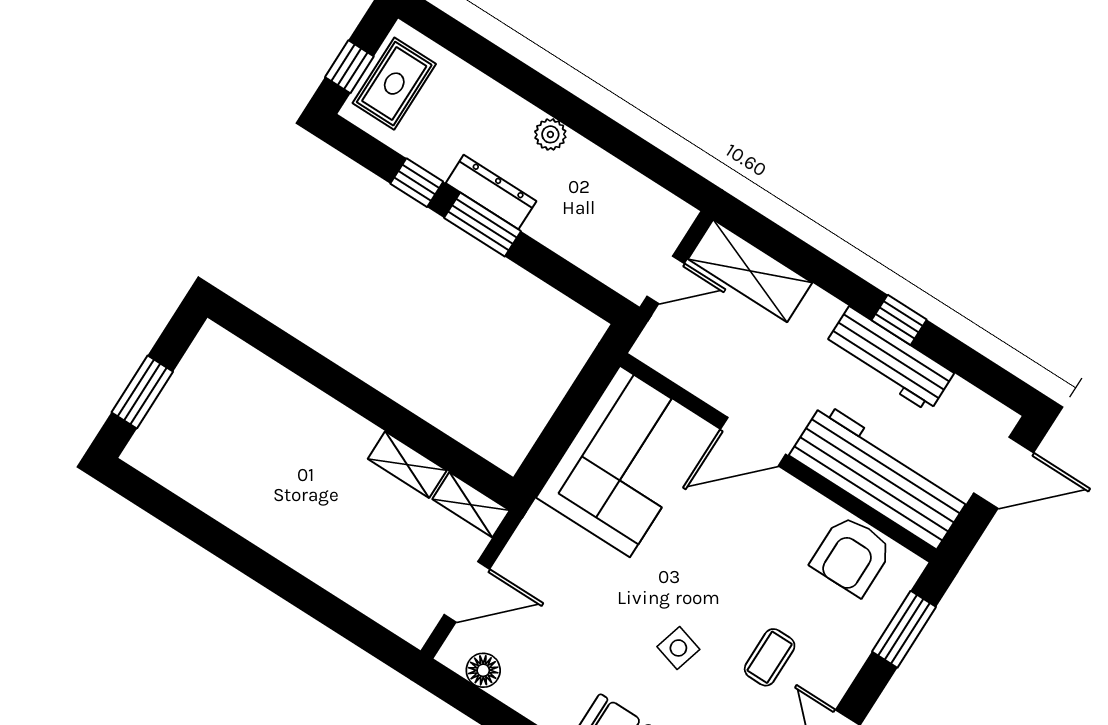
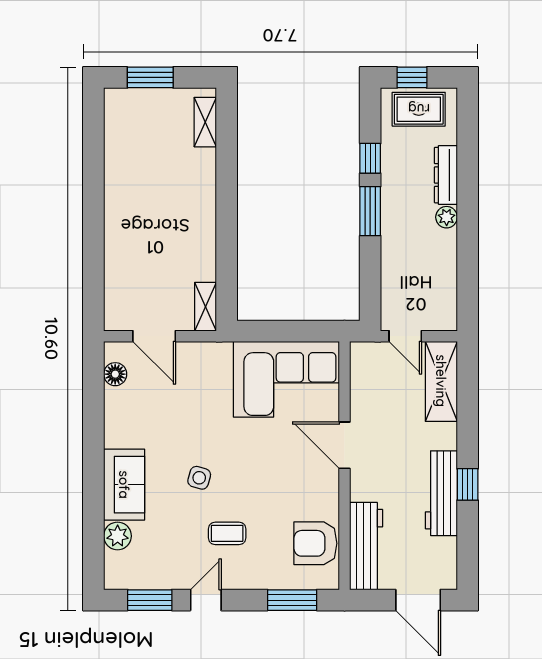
dresser: (491, 192) -> (446, 175), moved, turned 180
shelving: (407, 465) -> (205, 122), moved
workbench: (880, 476) -> (366, 546), width x0.73, depth x0.76

